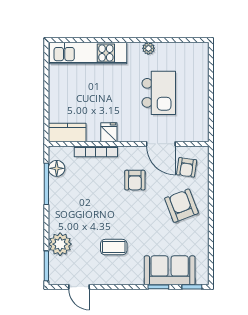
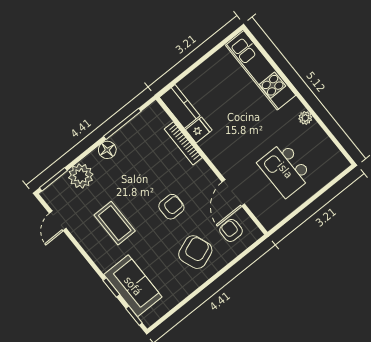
kitchen island: (159, 93) -> (285, 170), moved, turned 90
fridge: (109, 132) -> (199, 130), moved
armchair: (187, 167) -> (231, 230), turned 82
floor lamp: (57, 168) -> (107, 150), moved
armchair: (135, 180) -> (171, 207), moved, turned 180
coffee table: (114, 247) -> (115, 223), width x1.36, depth x1.30

